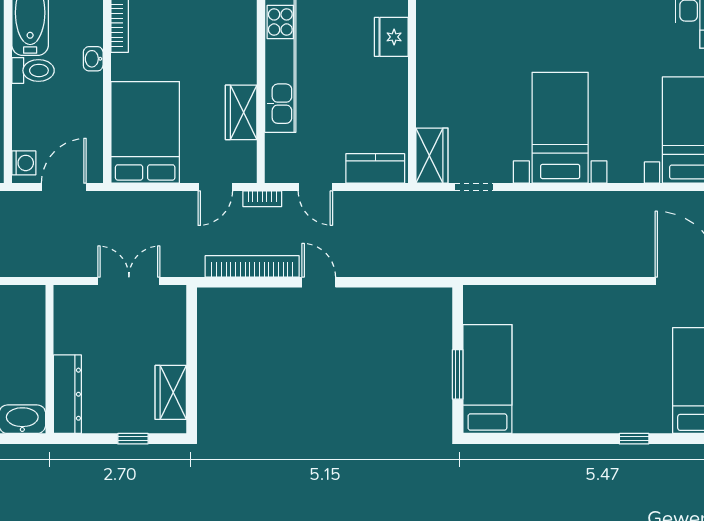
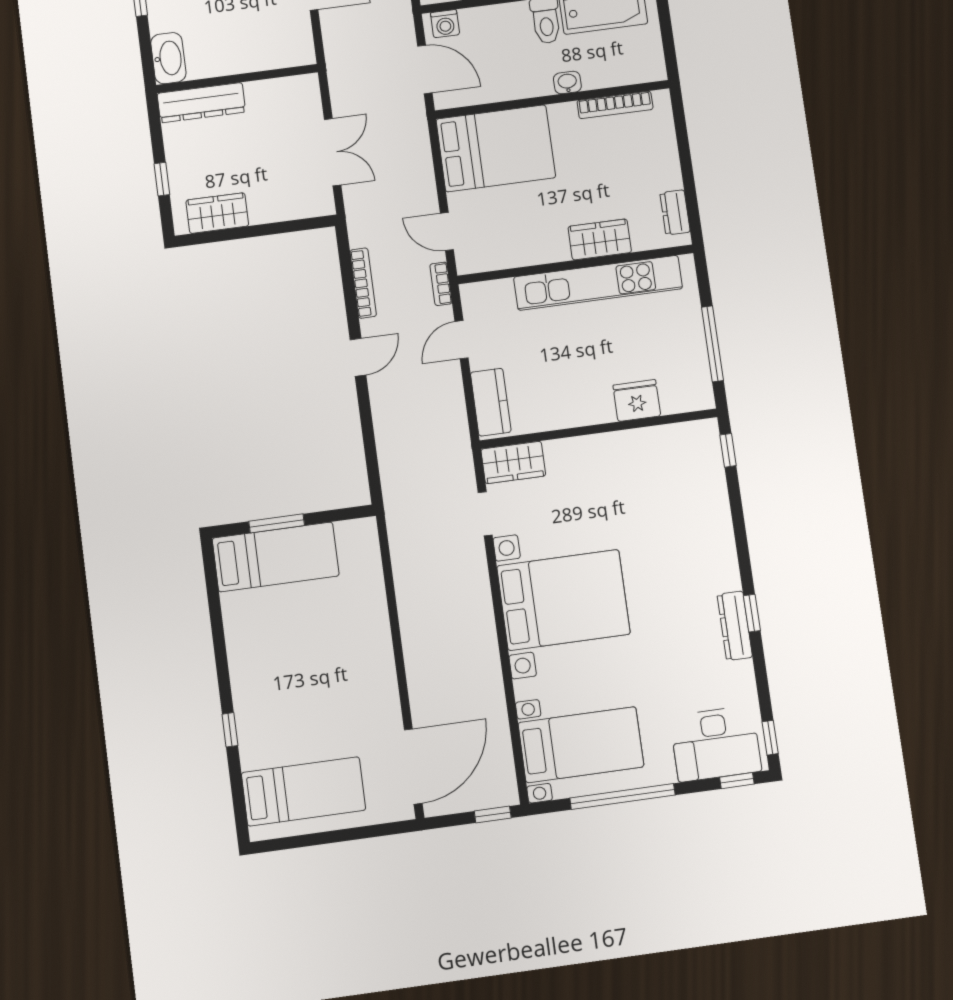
wardrobe: (241, 112) -> (600, 239), moved
bed with nightstands: (560, 128) -> (563, 600), width x1.36
bookcase: (252, 266) -> (363, 283), width x0.68, depth x0.76

